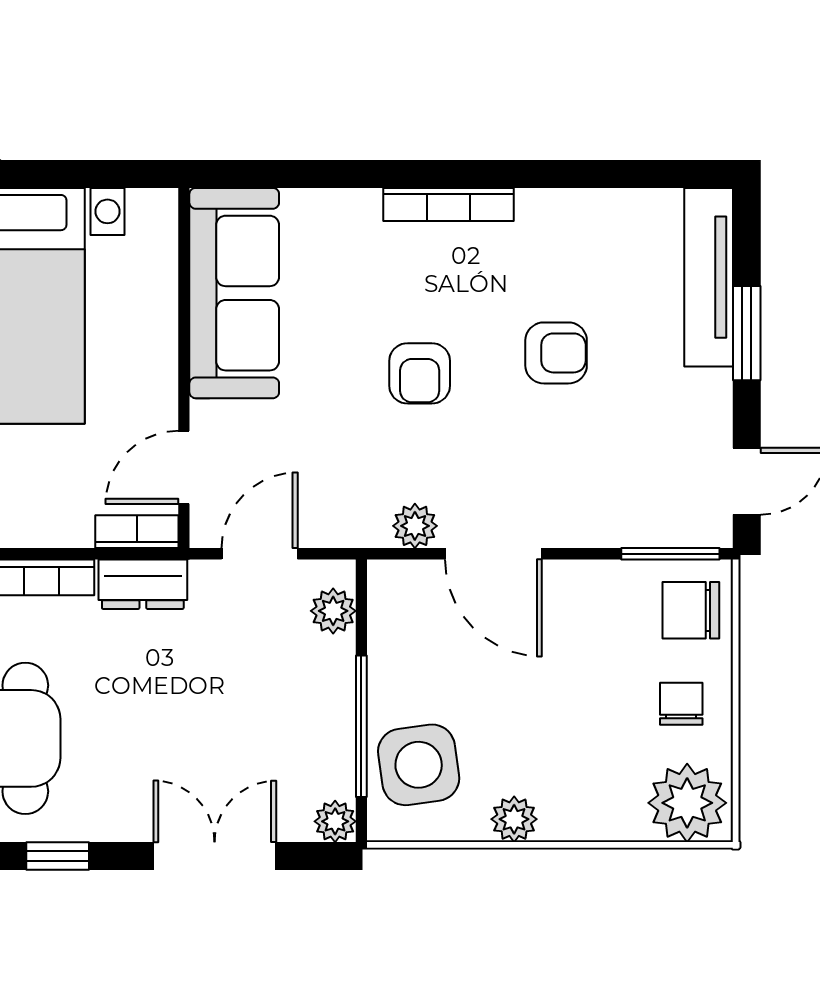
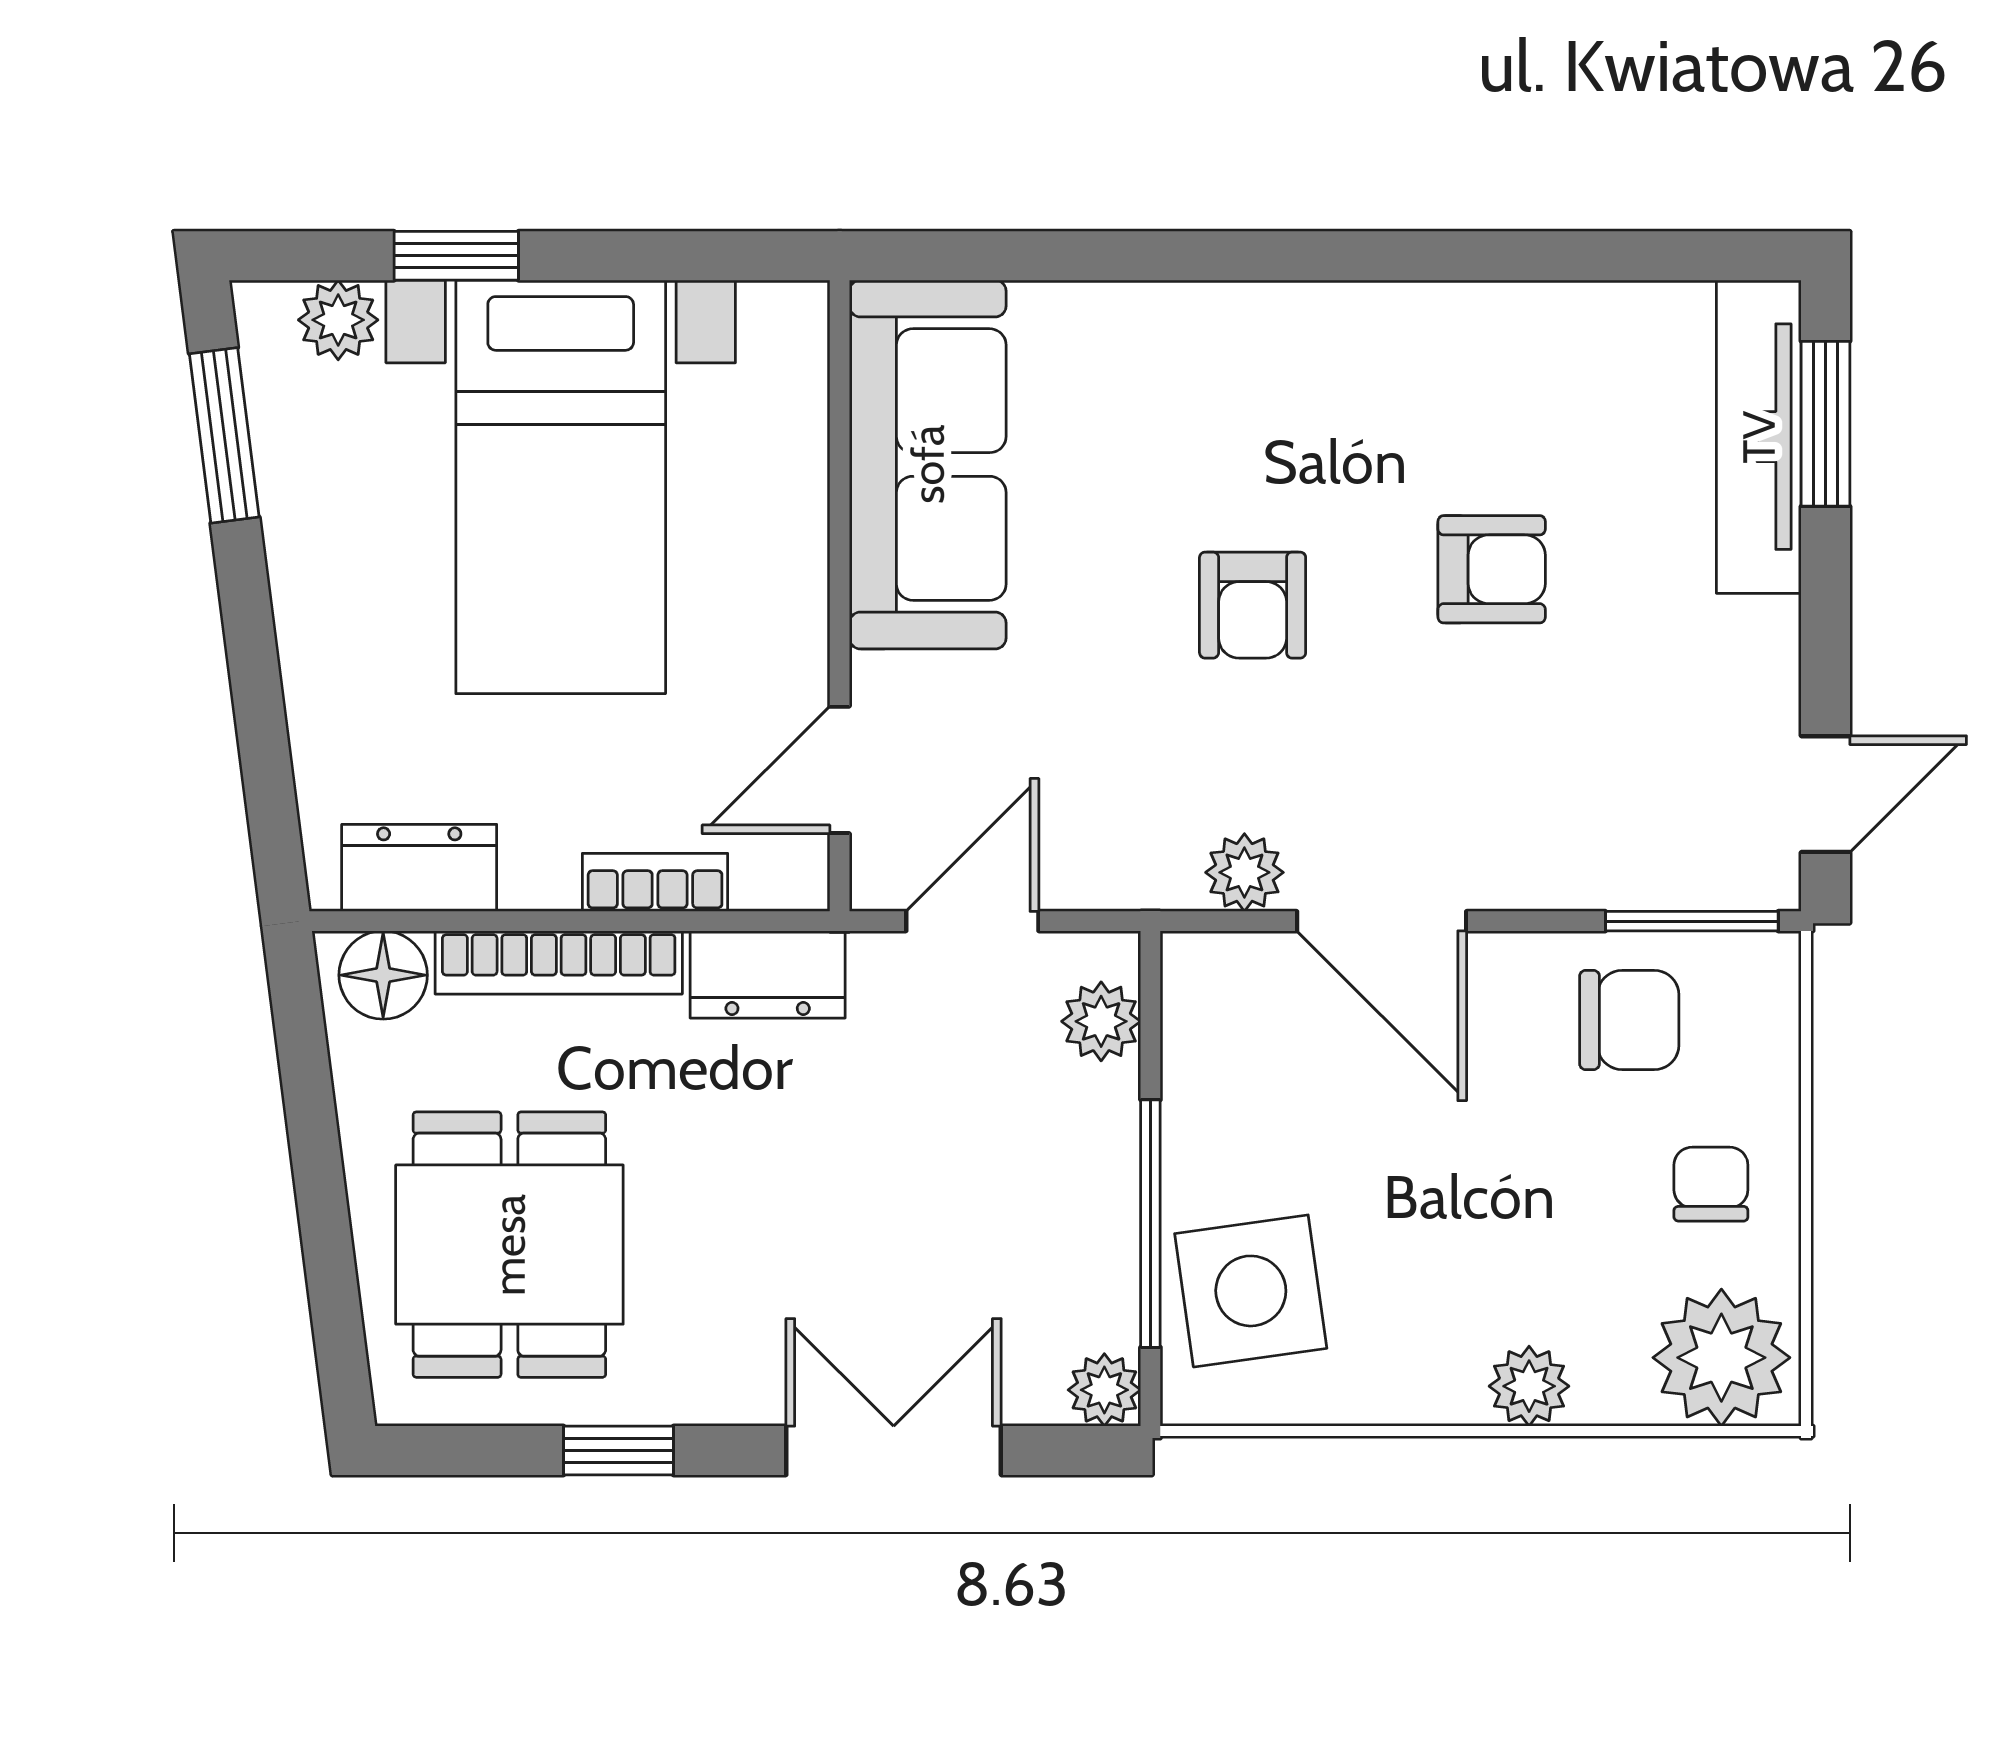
bookcase: (449, 204) -> (1303, 309), removed
window: (747, 333) -> (1826, 424), moved
bookcase: (137, 532) -> (655, 882), moved
chair: (691, 610) -> (1629, 1020), moved, turned 180
plant: (514, 819) -> (1529, 1386), moved

